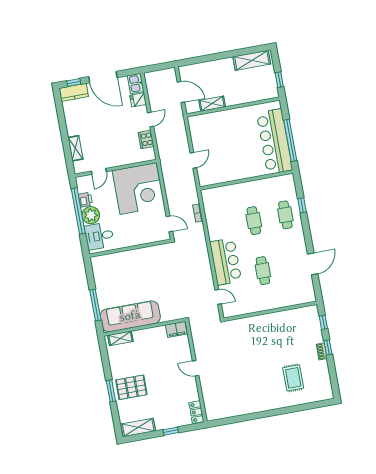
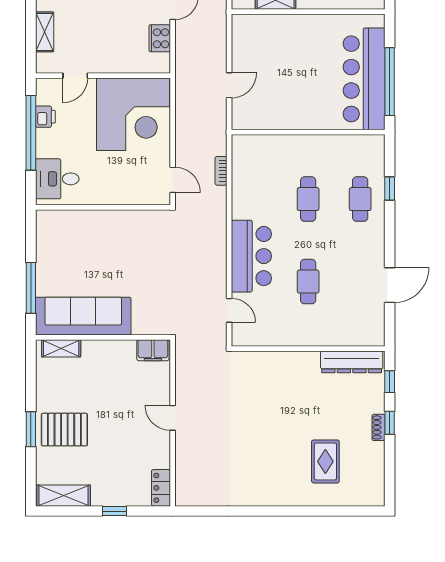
plant: (91, 215) -> (50, 143), removed
dresser: (298, 315) -> (352, 362), added

